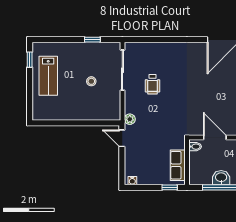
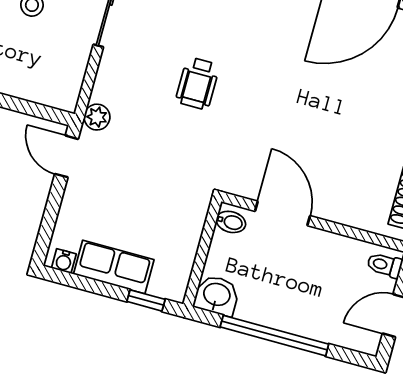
wheelchair: (152, 84) -> (198, 83), moved
row of seats: (178, 165) -> (114, 267), moved, turned 90
washbasin: (221, 178) -> (217, 295), moved

